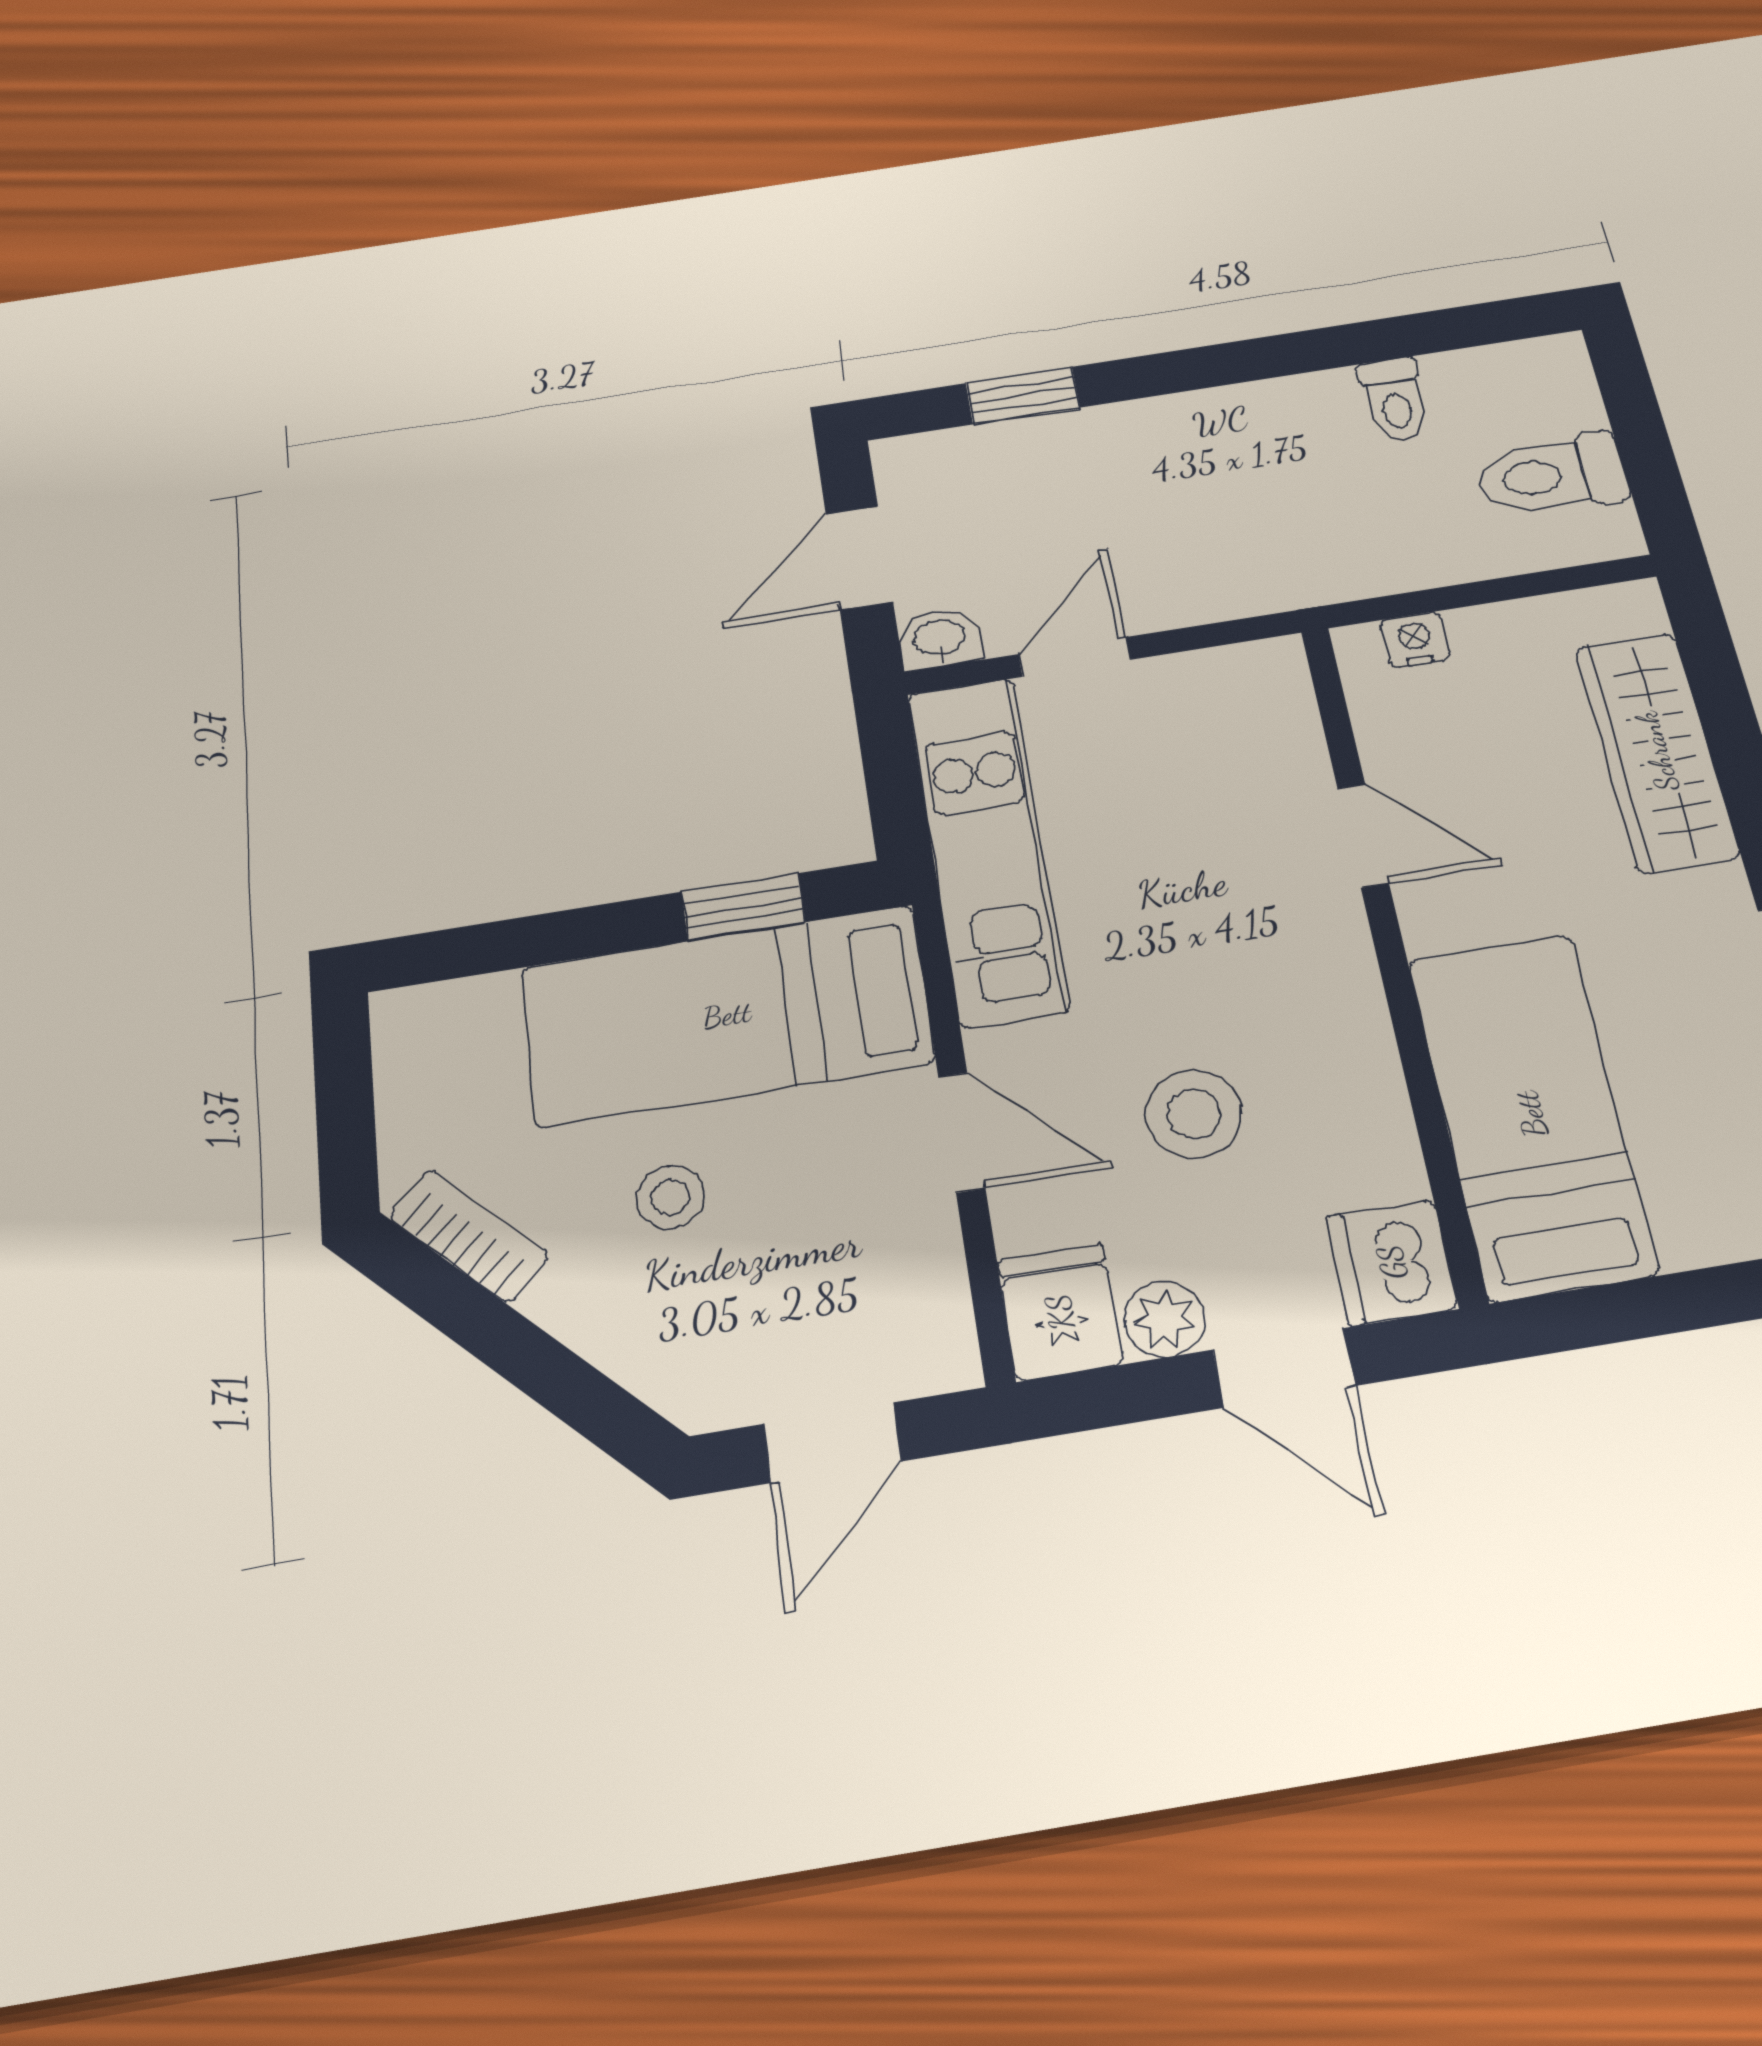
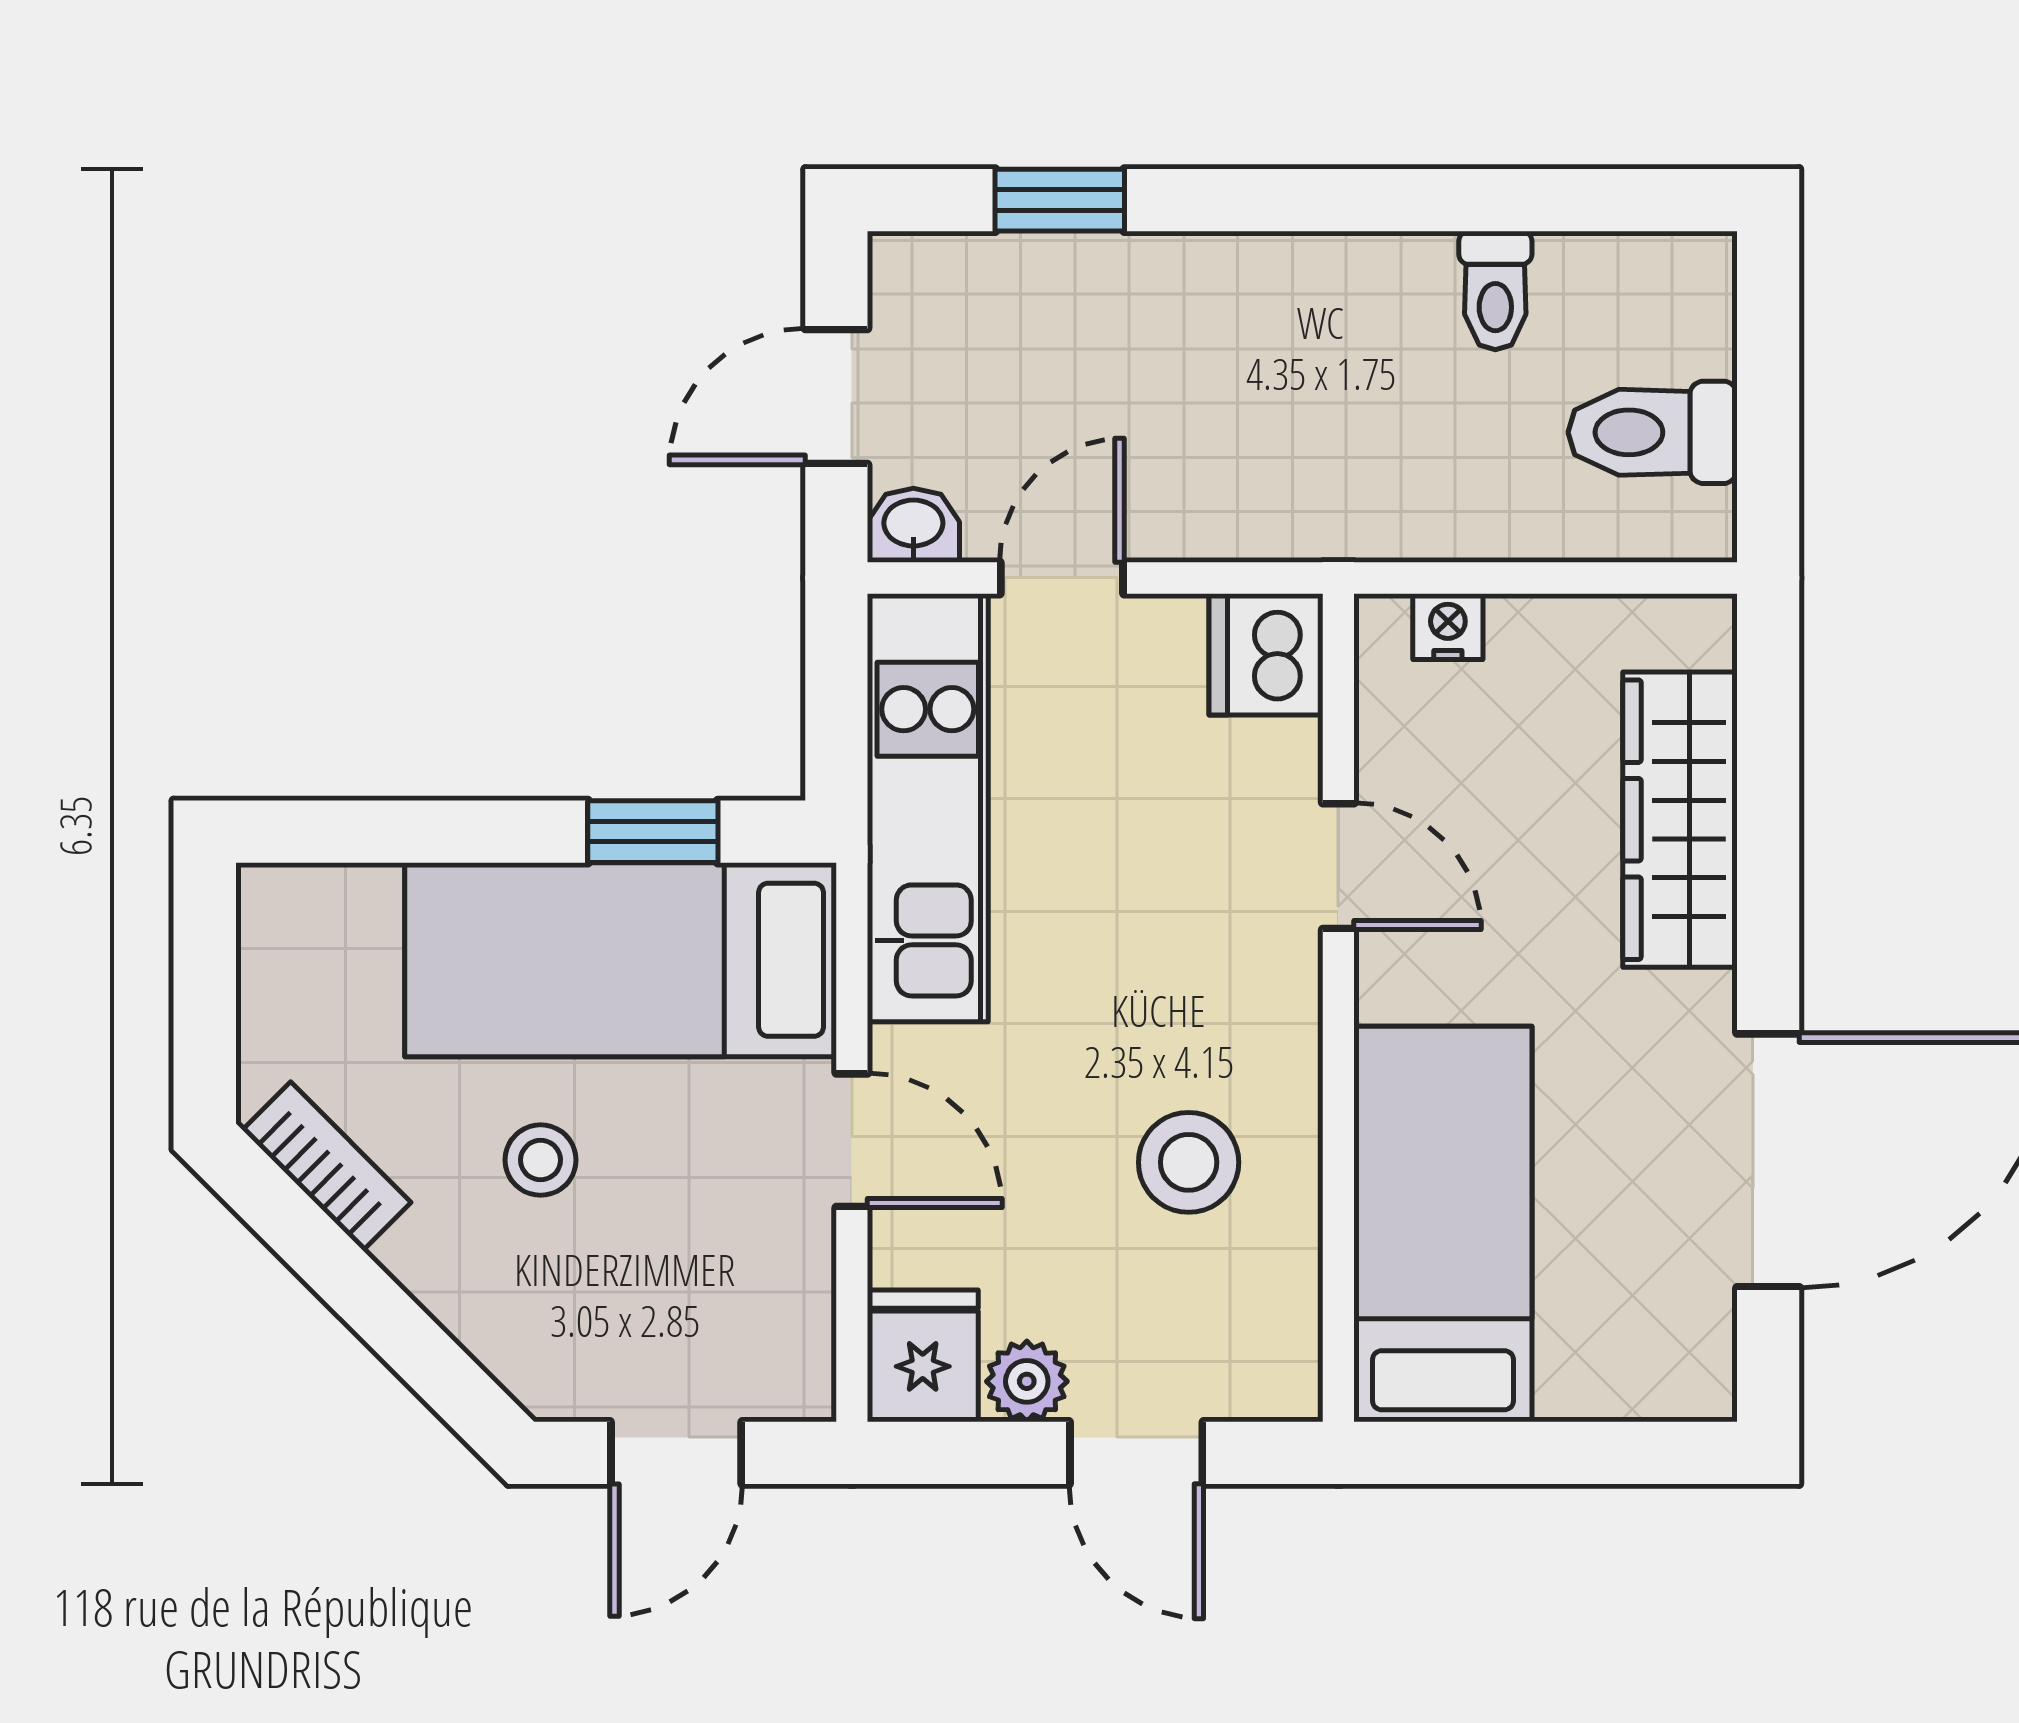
stool: (1194, 1114) -> (1189, 1162), moved
dishwasher: (1392, 1262) -> (1266, 654), moved

